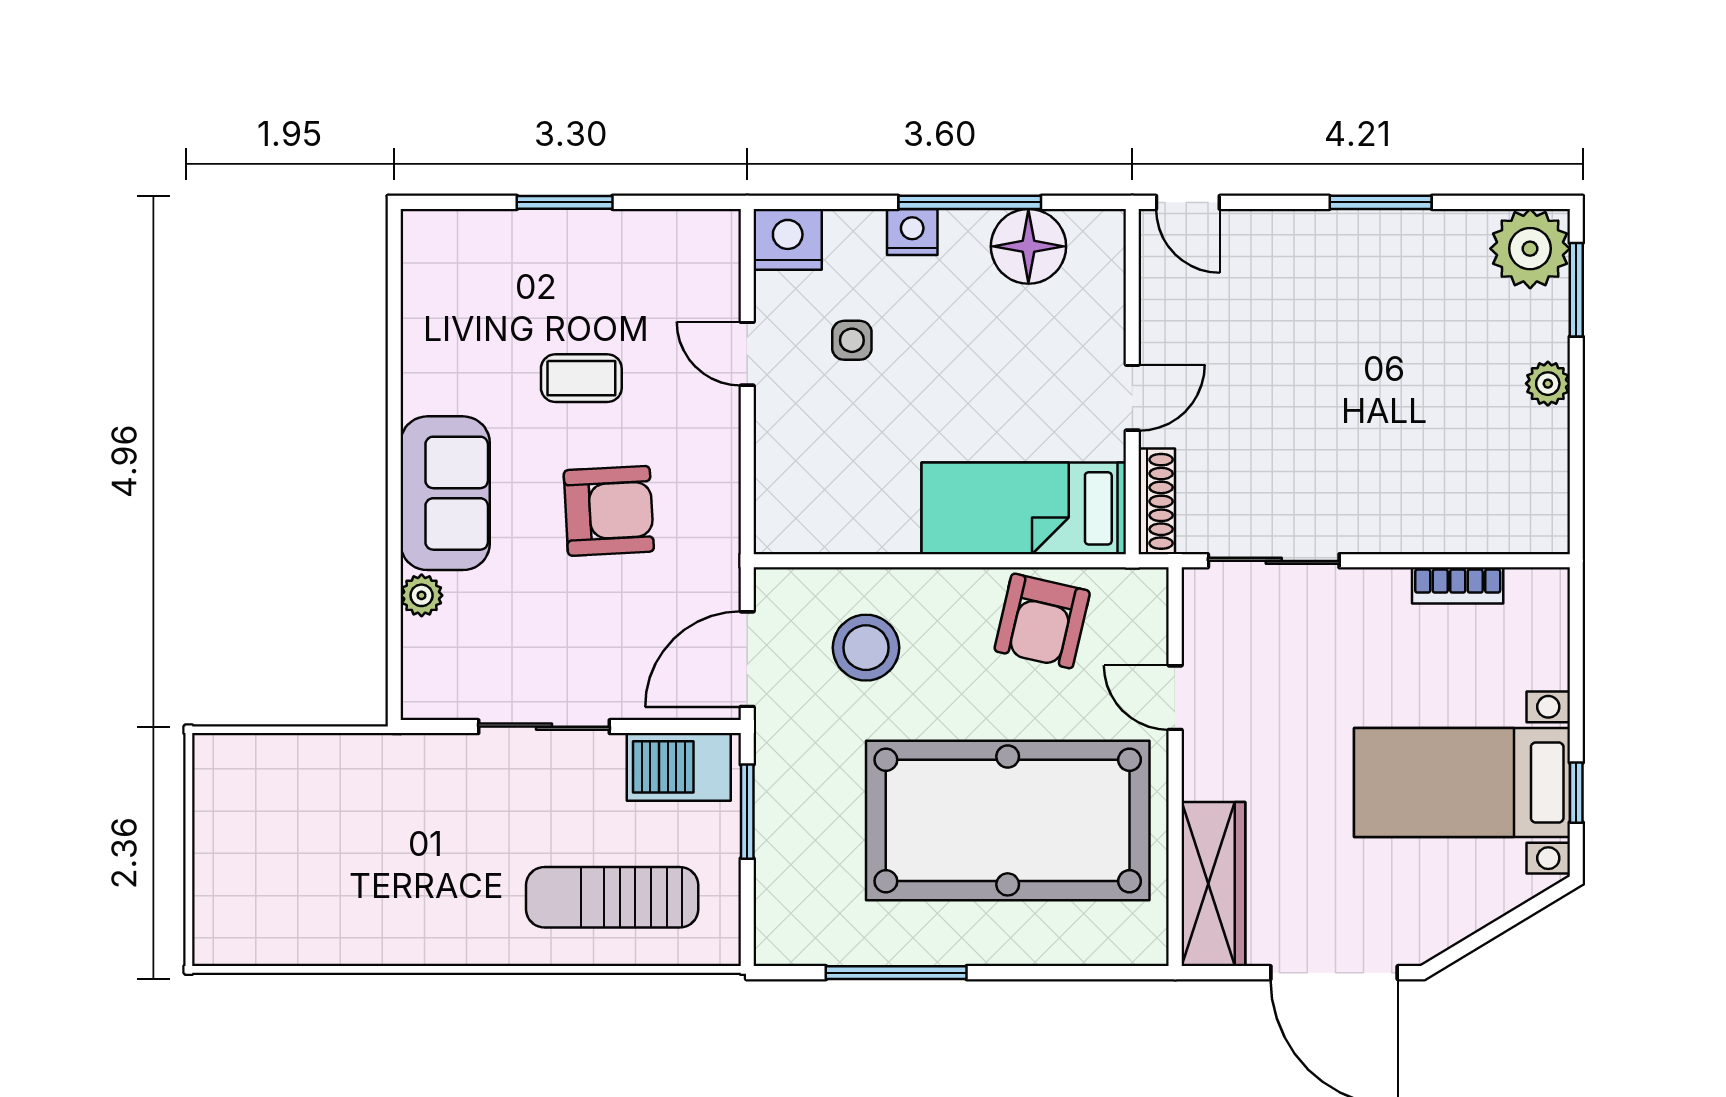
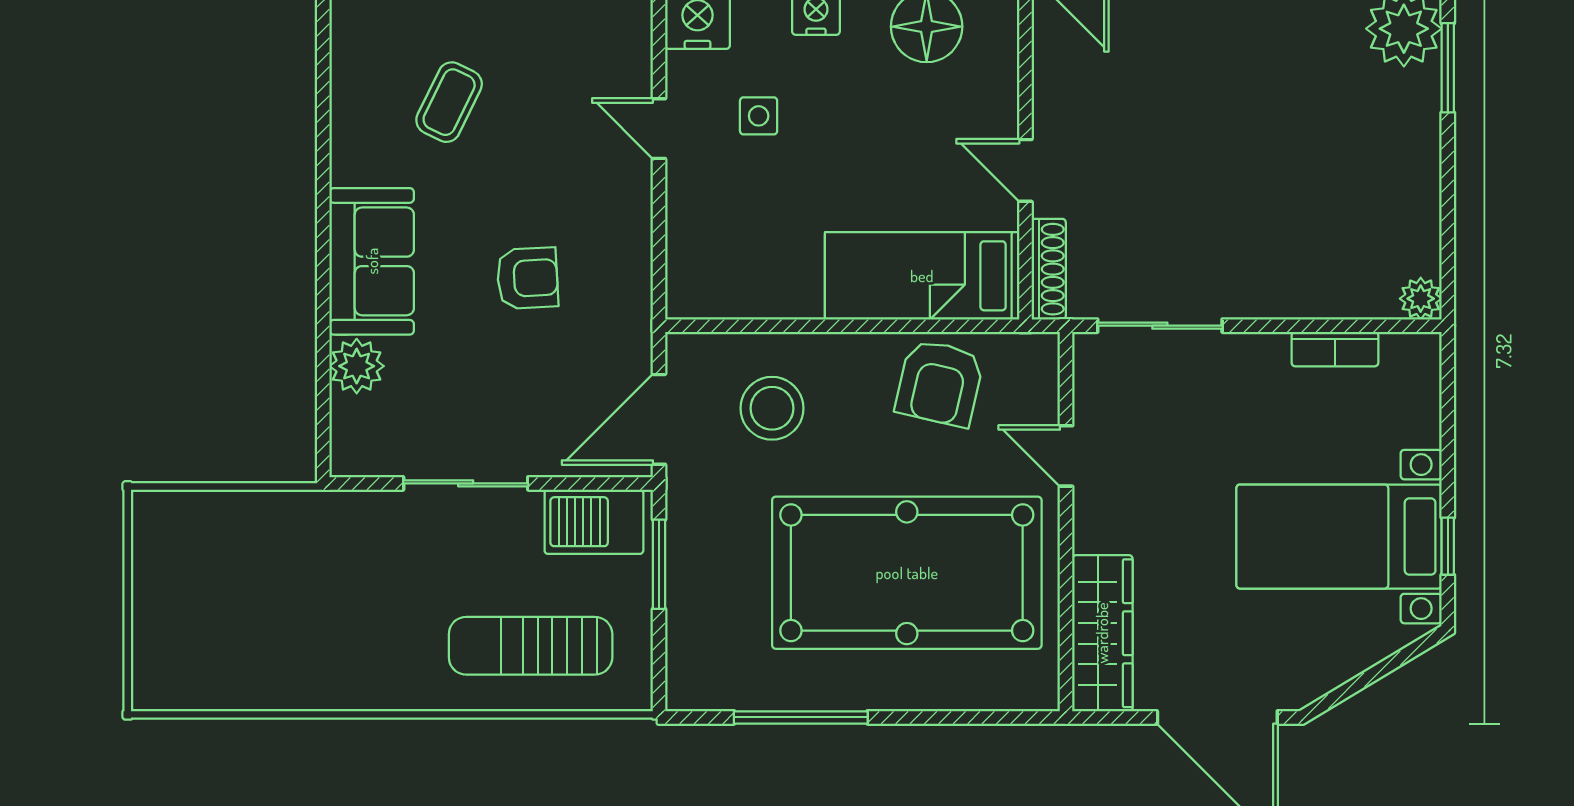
coffee table: (581, 378) -> (449, 102), moved, turned -64
plant: (1548, 384) -> (1421, 299), moved
door: (1132, 398) -> (1025, 170), swing flipped
armchair: (609, 511) -> (527, 278), width x0.72, depth x0.72
plant: (422, 595) -> (357, 366), width x1.38, depth x1.38

